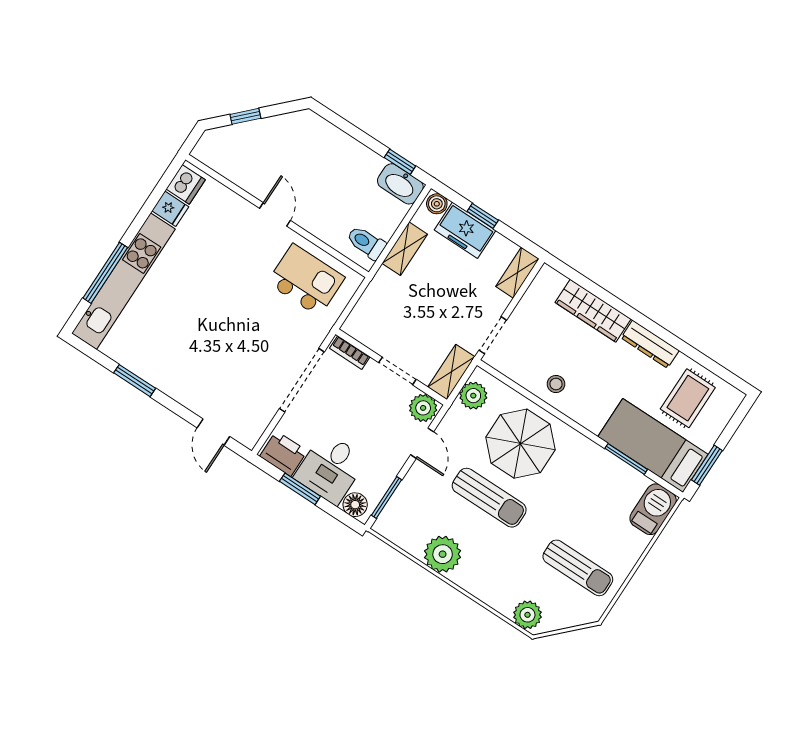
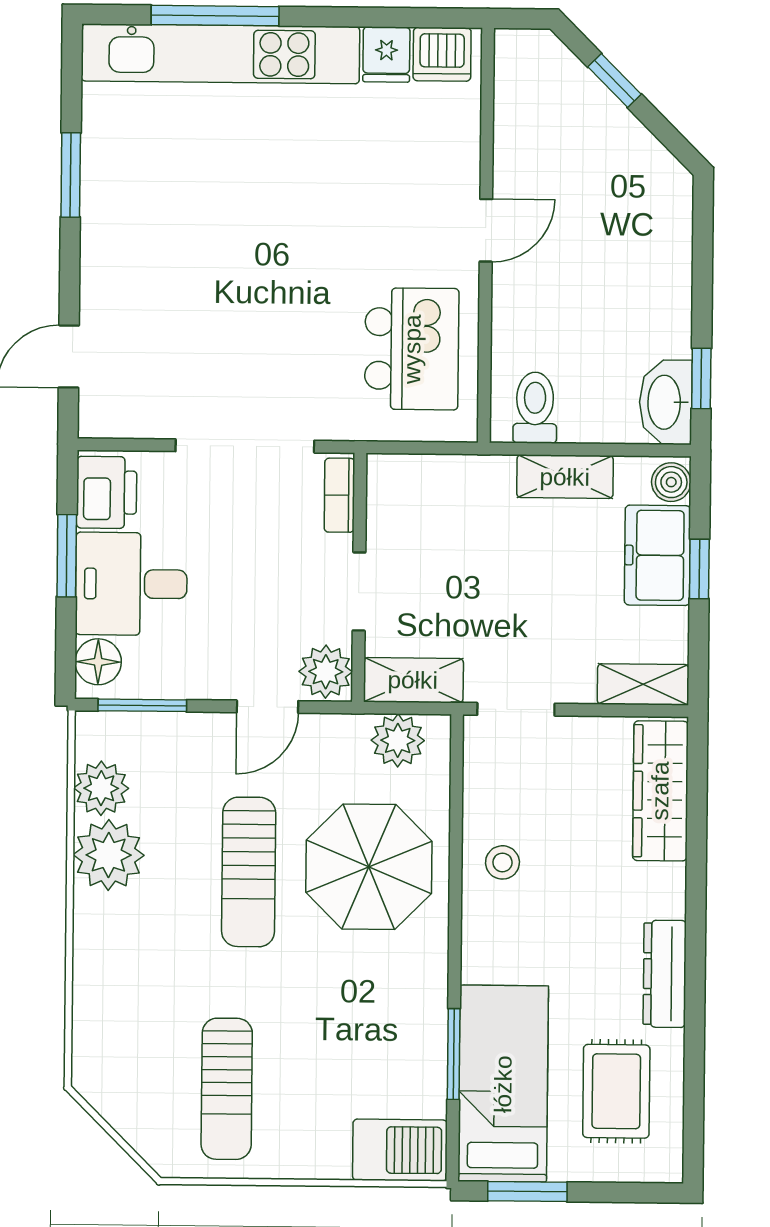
wardrobe: (593, 311) -> (660, 791), moved
rug: (688, 398) -> (616, 1091), turned 90
plant: (527, 615) -> (101, 788), moved

